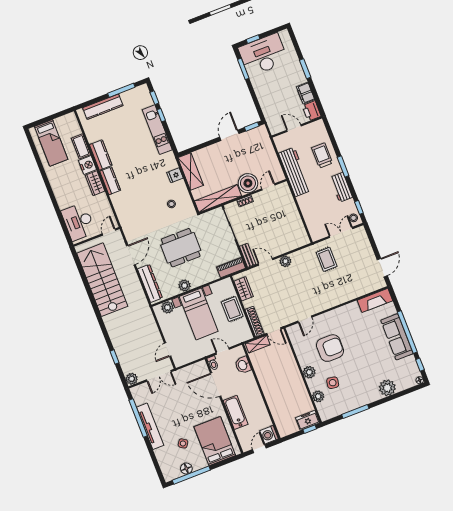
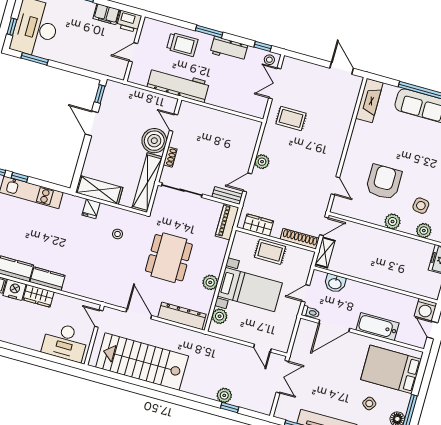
trolley: (322, 155) -> (182, 44), turned 180
plant: (132, 379) -> (224, 395), moved

